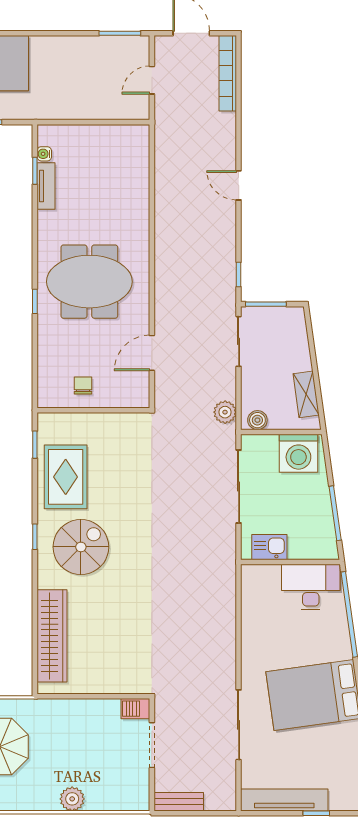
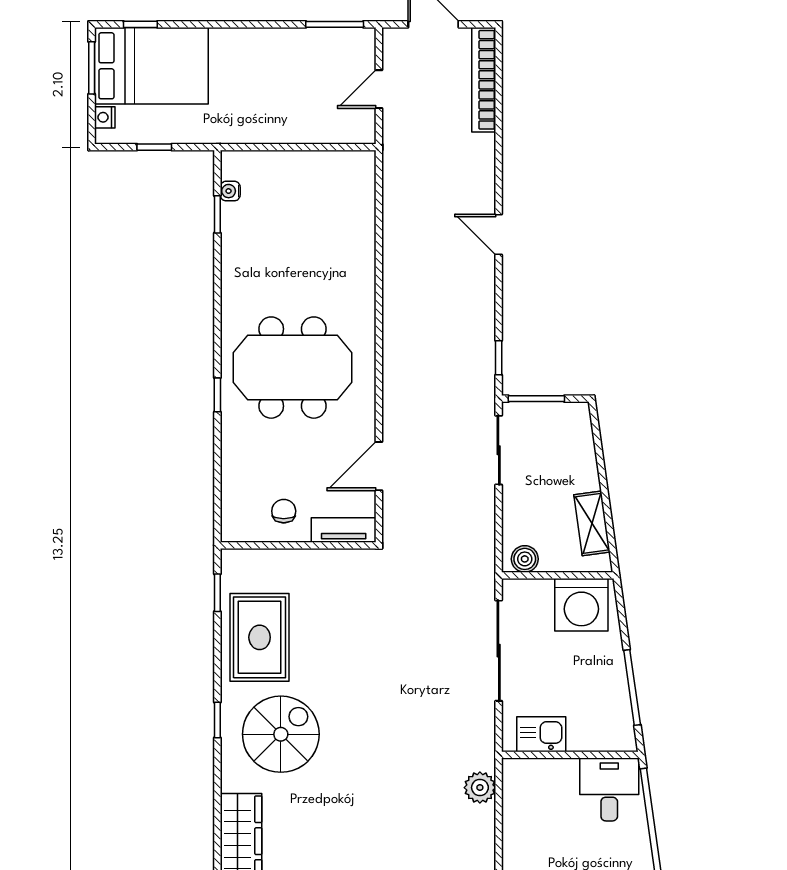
tv unit: (46, 186) -> (344, 530), moved, turned -90
plant: (225, 412) -> (480, 788), moved
desk: (311, 587) -> (609, 789), width x0.73

